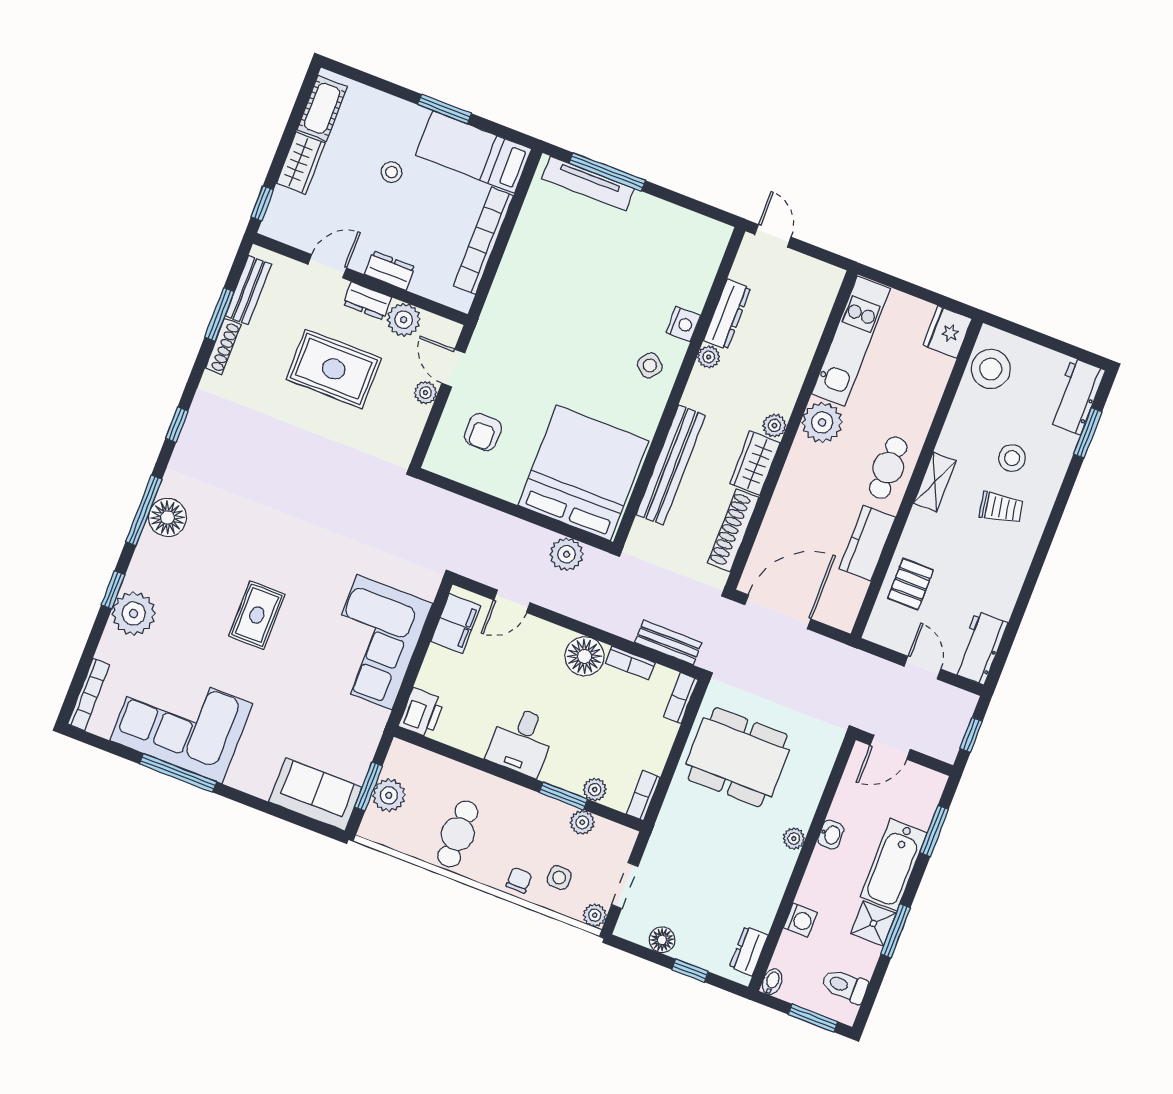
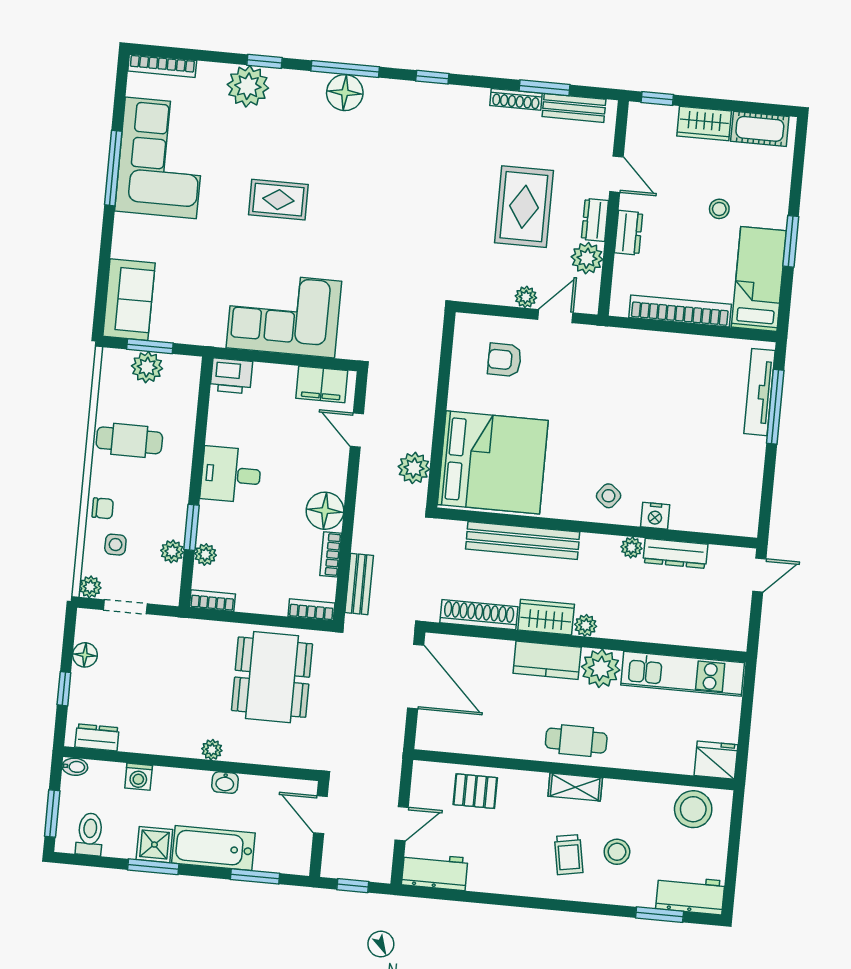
kitchen counter: (867, 543) -> (547, 660), moved, turned 180

